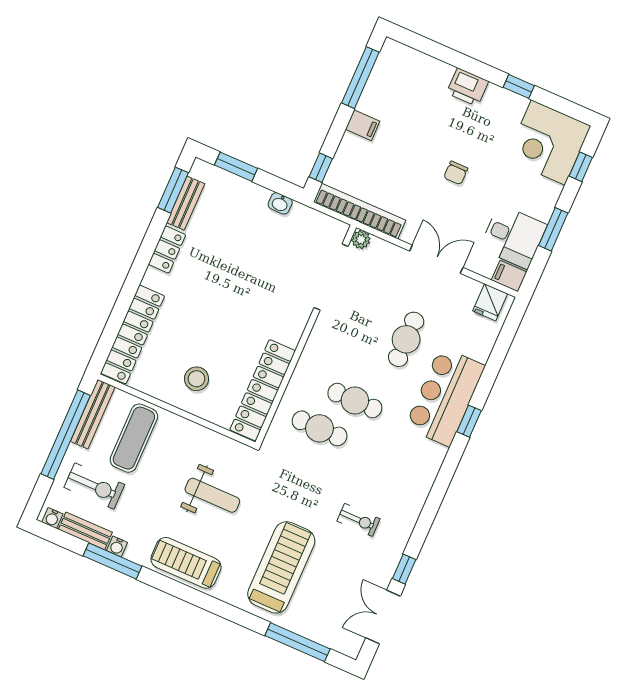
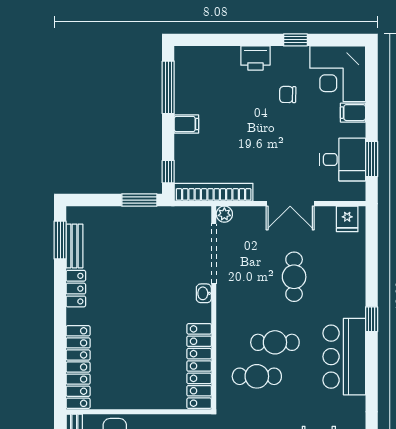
window: (236, 167) -> (139, 200), moved
window: (581, 167) -> (372, 82), removed
chair: (456, 173) -> (288, 94), moved, turned 91
washbasin: (280, 203) -> (204, 293), moved, turned 90
window: (553, 229) -> (372, 159), moved
double door: (436, 259) -> (290, 204), swing flipped
filing cabinet: (509, 276) -> (353, 113), moved
stool: (197, 379) -> (143, 380), removed
bar counter: (445, 397) -> (344, 357), moved

